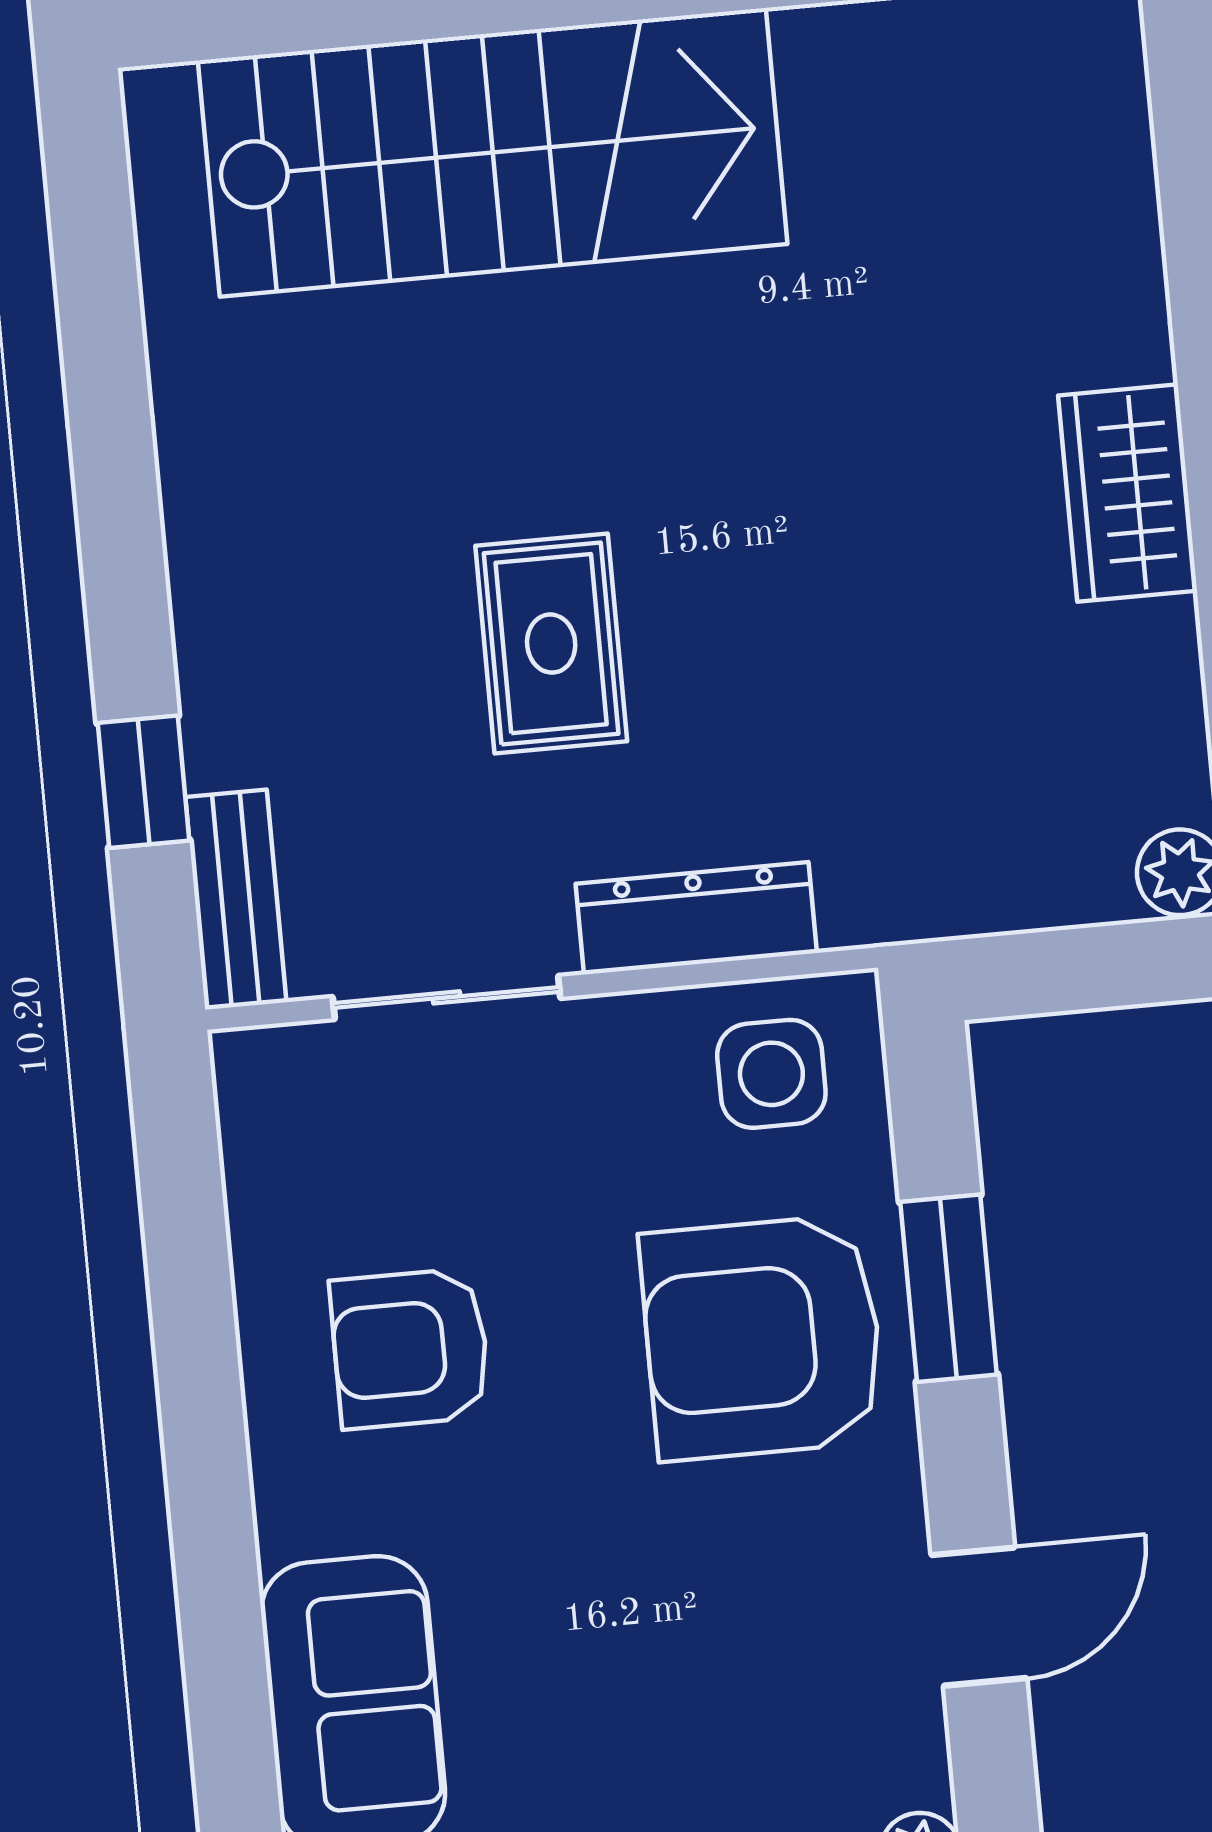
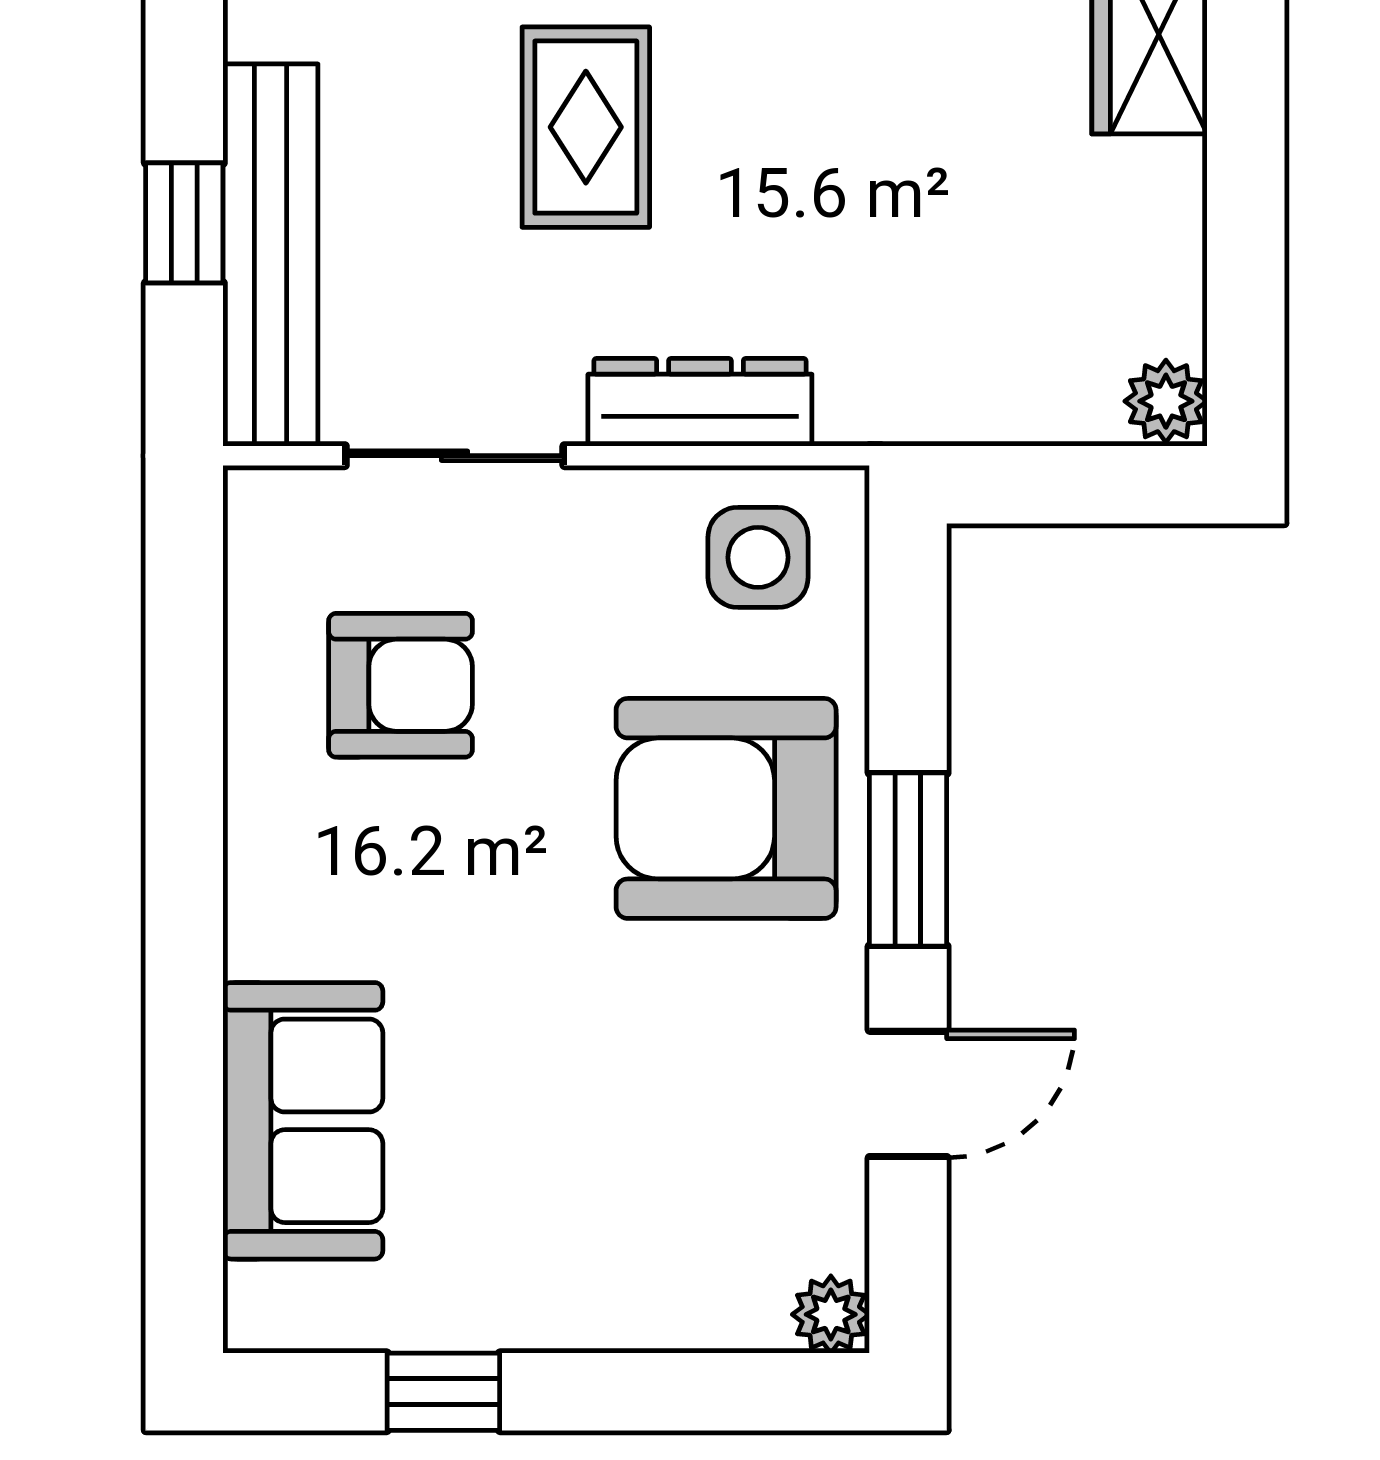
bench: (236, 900) -> (270, 255), width x1.86, depth x1.21
window: (949, 1288) -> (908, 860), moved
armchair: (410, 1349) -> (401, 685), moved, turned 180

